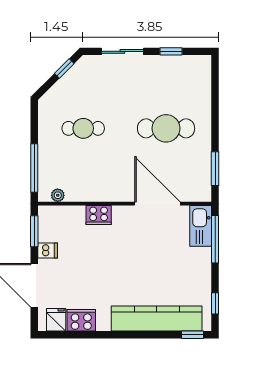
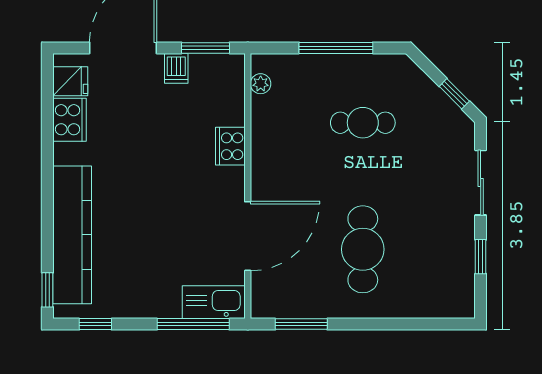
cafe table: (83, 128) -> (363, 123), turned 90
window: (34, 168) -> (336, 48), moved

